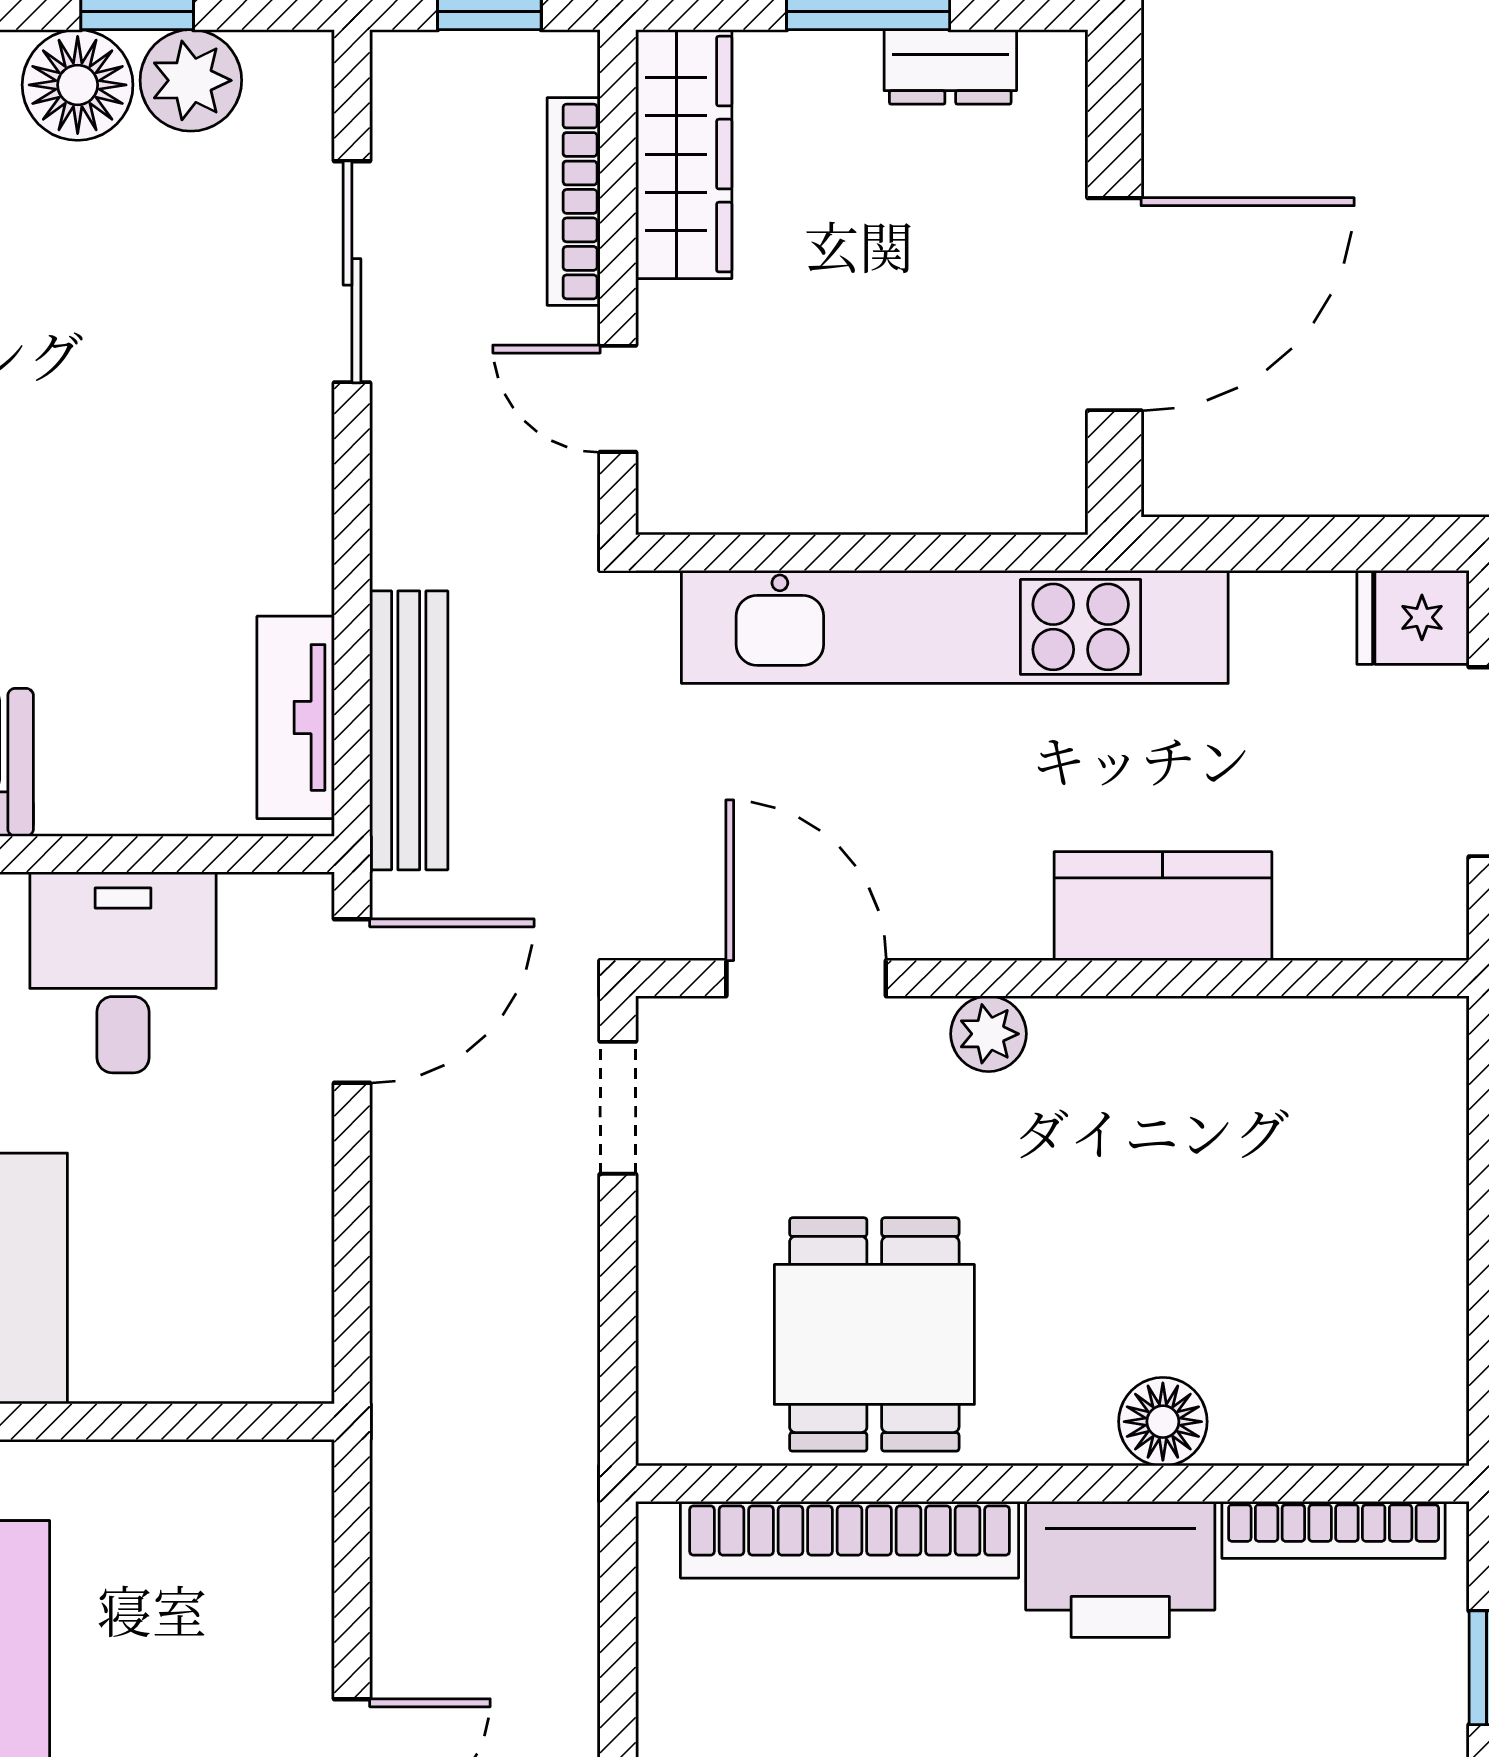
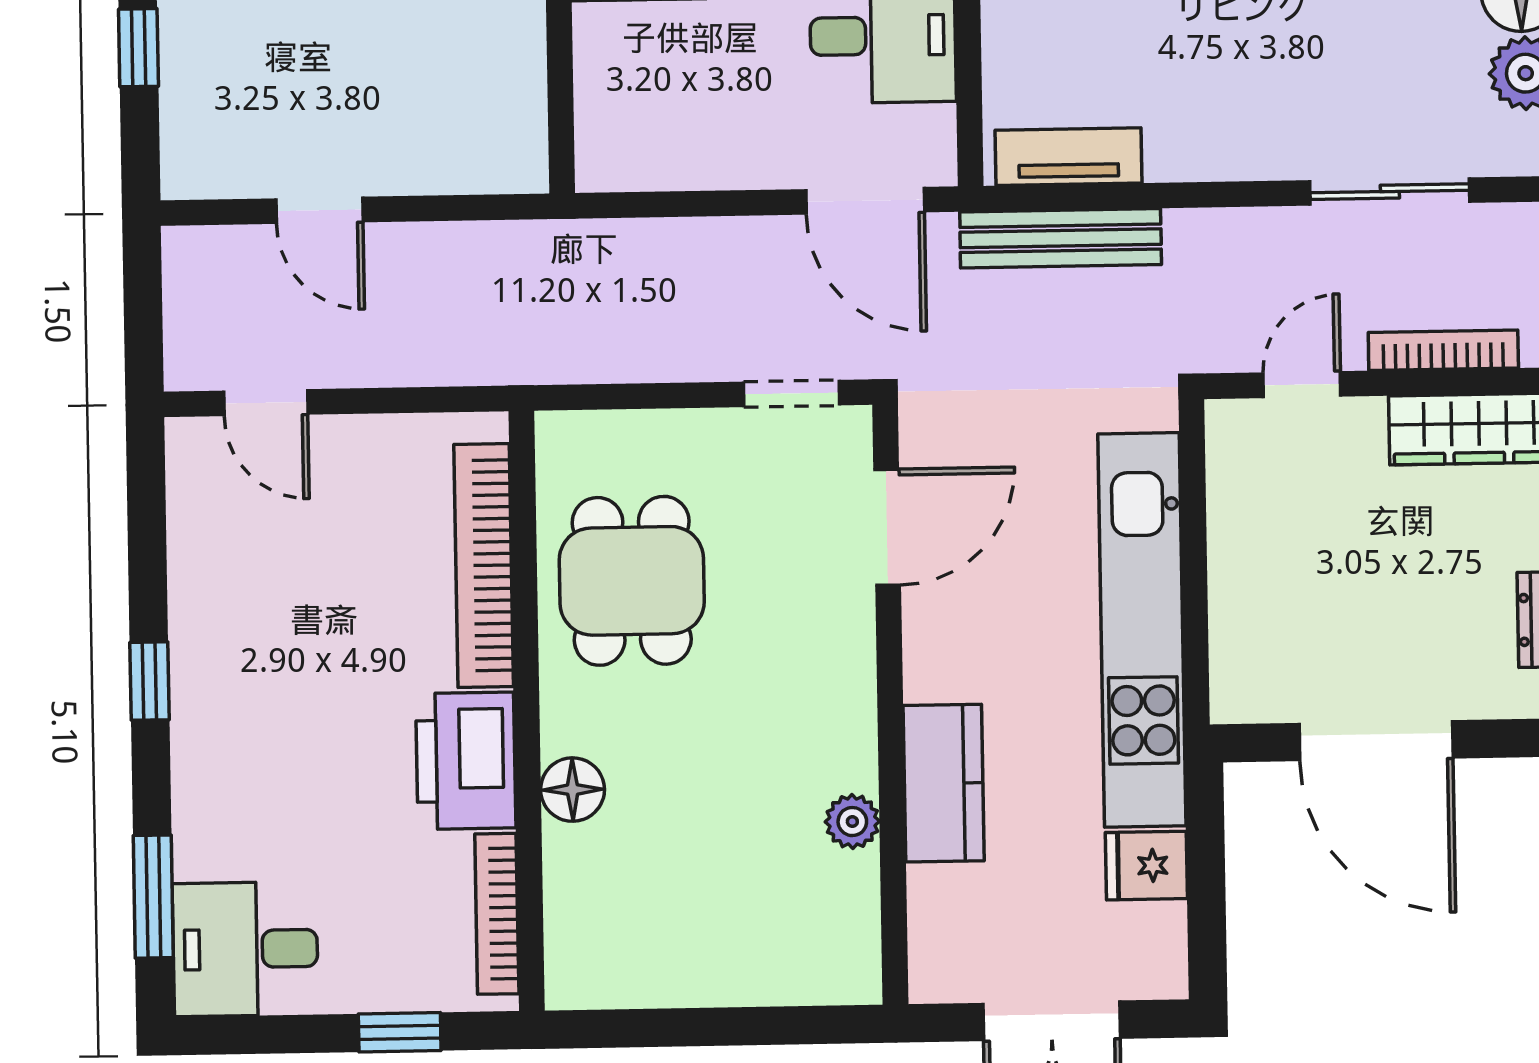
fridge: (1413, 617) -> (1146, 866), moved, turned -90
plant: (988, 1034) -> (852, 822), moved
dining table: (874, 1334) -> (632, 581), turned 90

